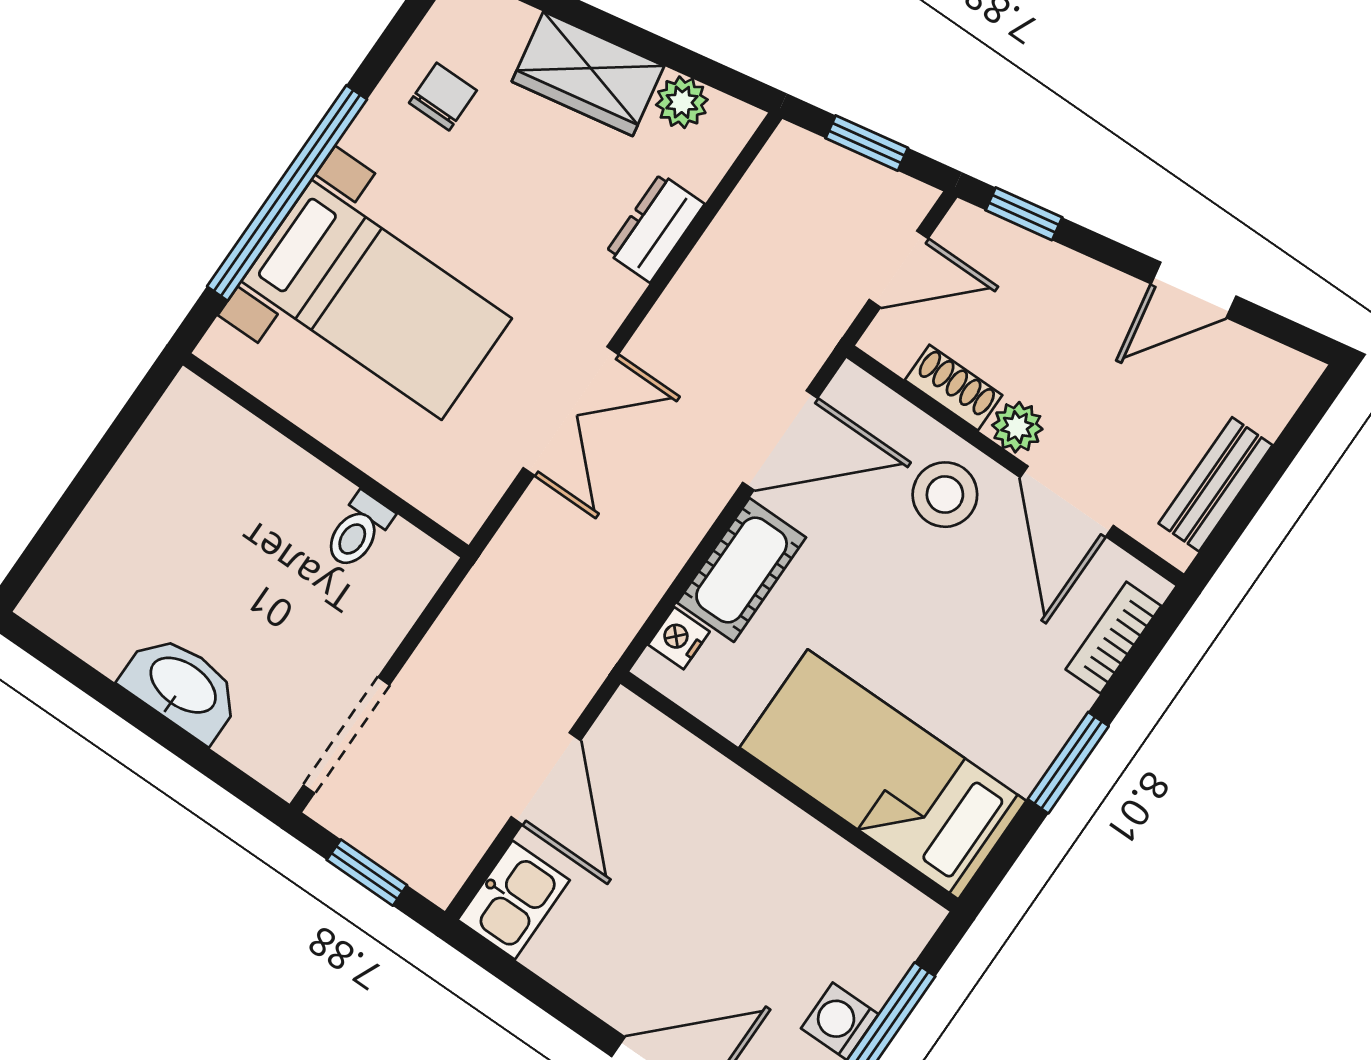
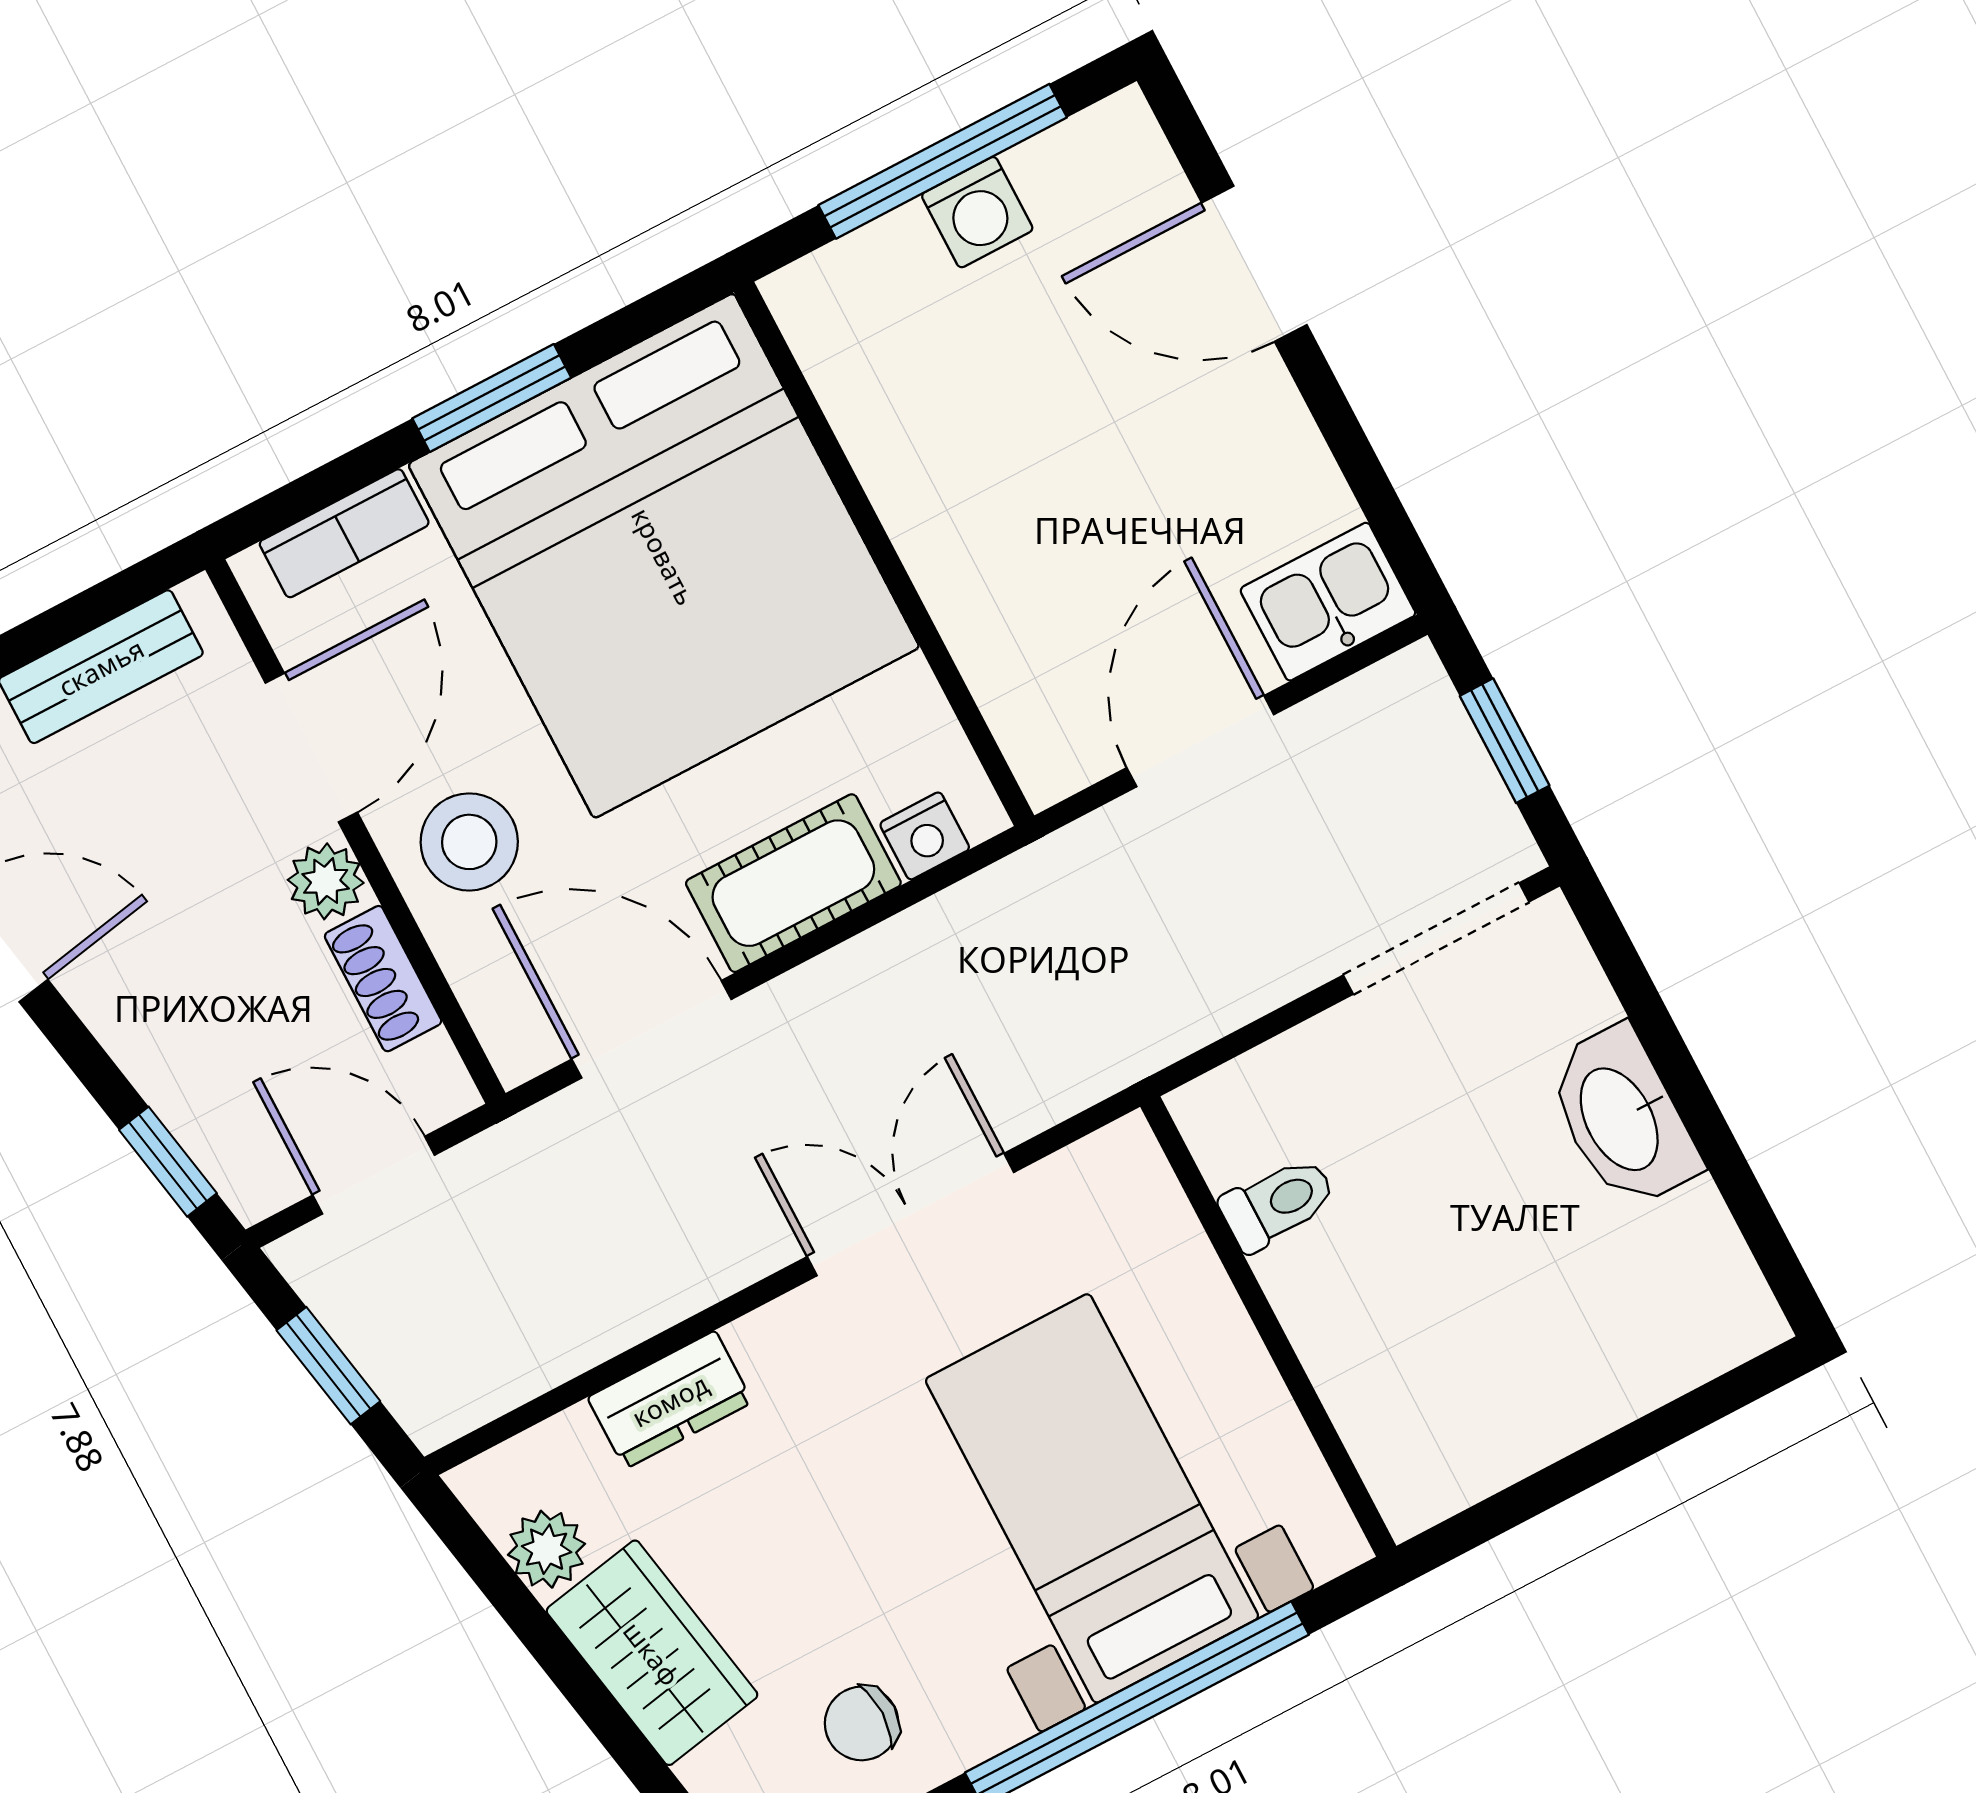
bed: (883, 774) -> (664, 556), width x2.04

